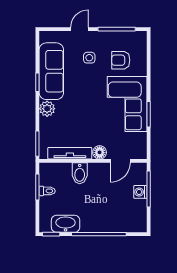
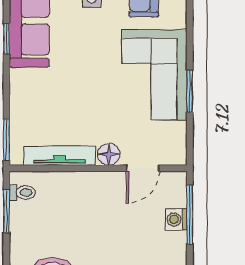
plant: (47, 109) -> (22, 82), removed
bidet: (80, 173) -> (76, 189), removed
toilet: (47, 191) -> (22, 193), moved

